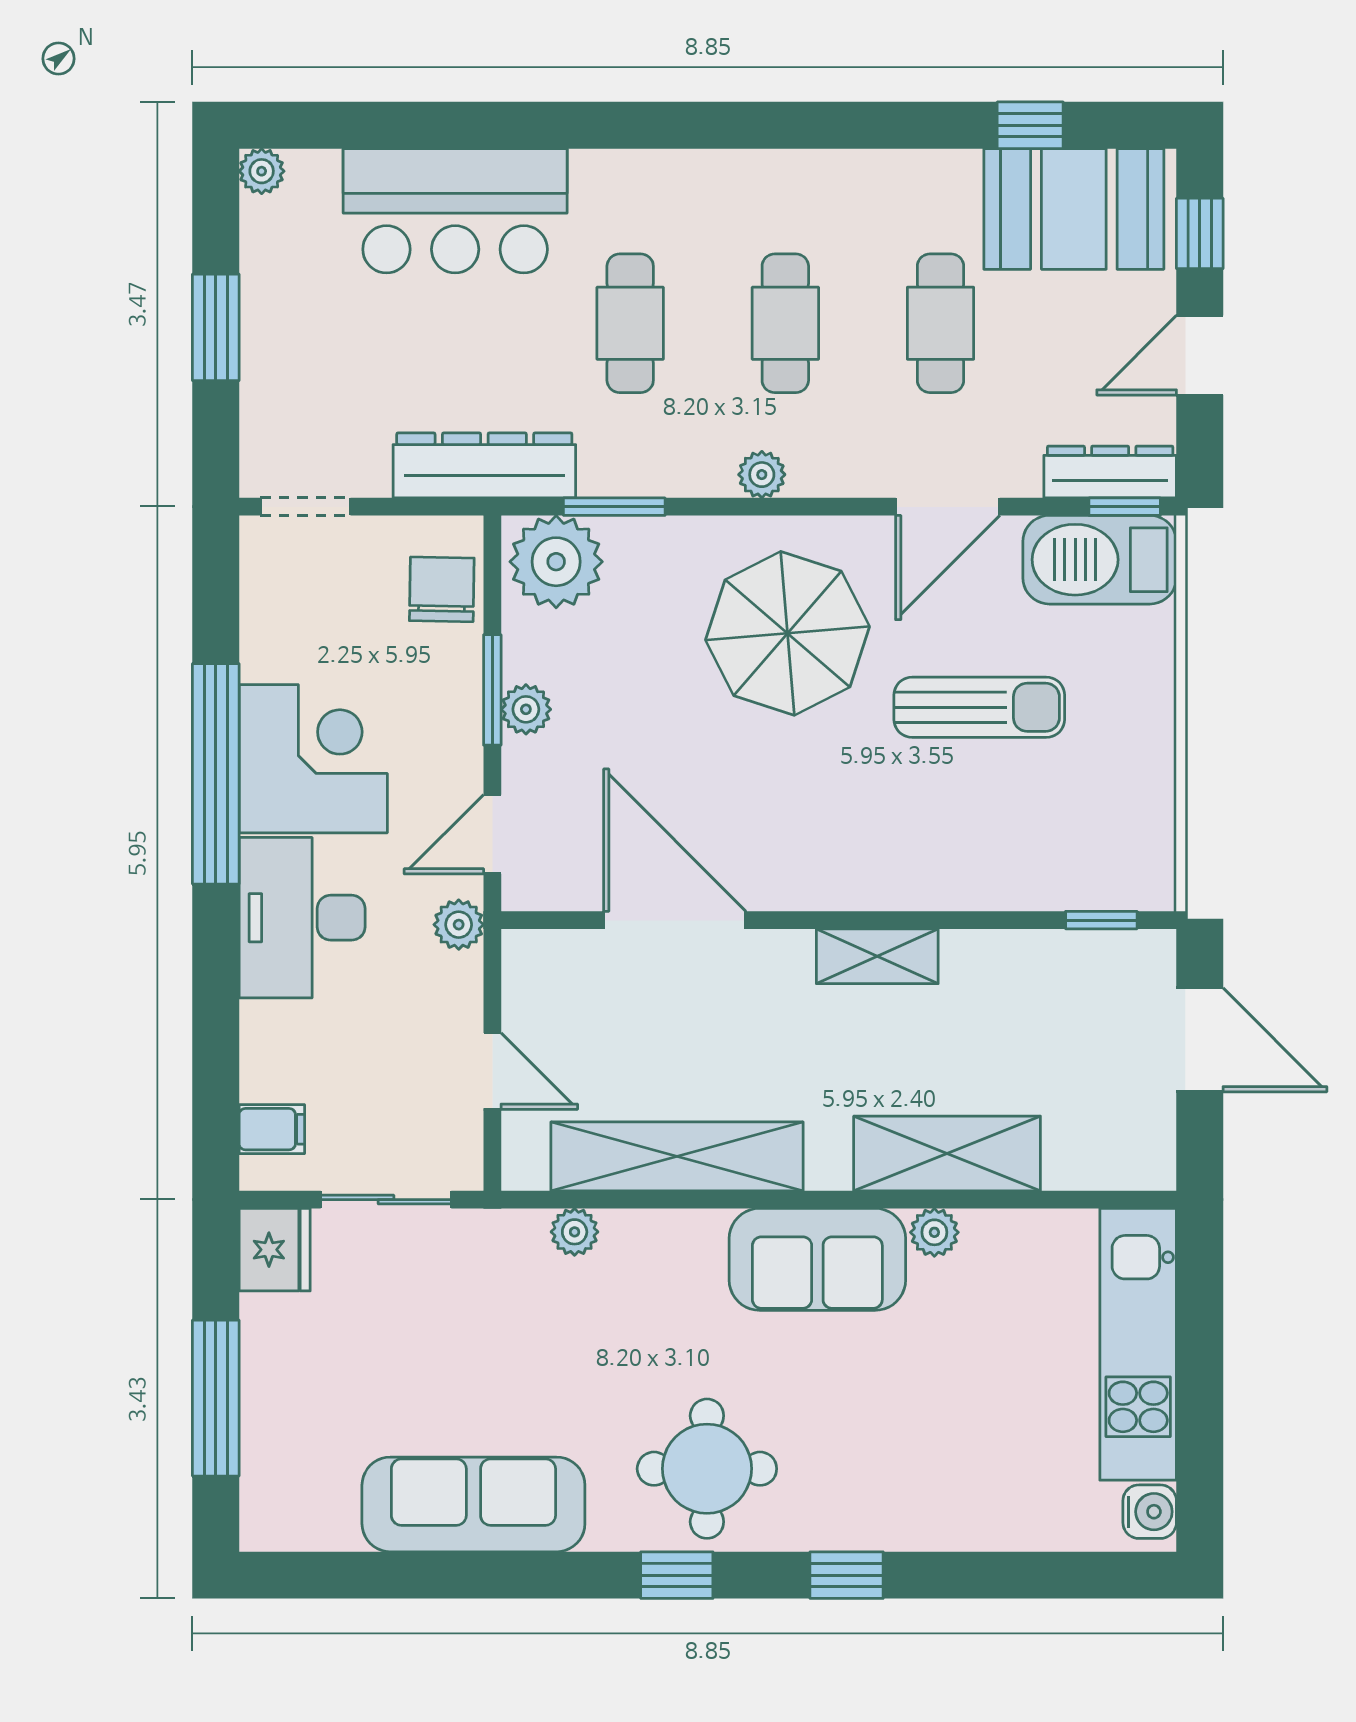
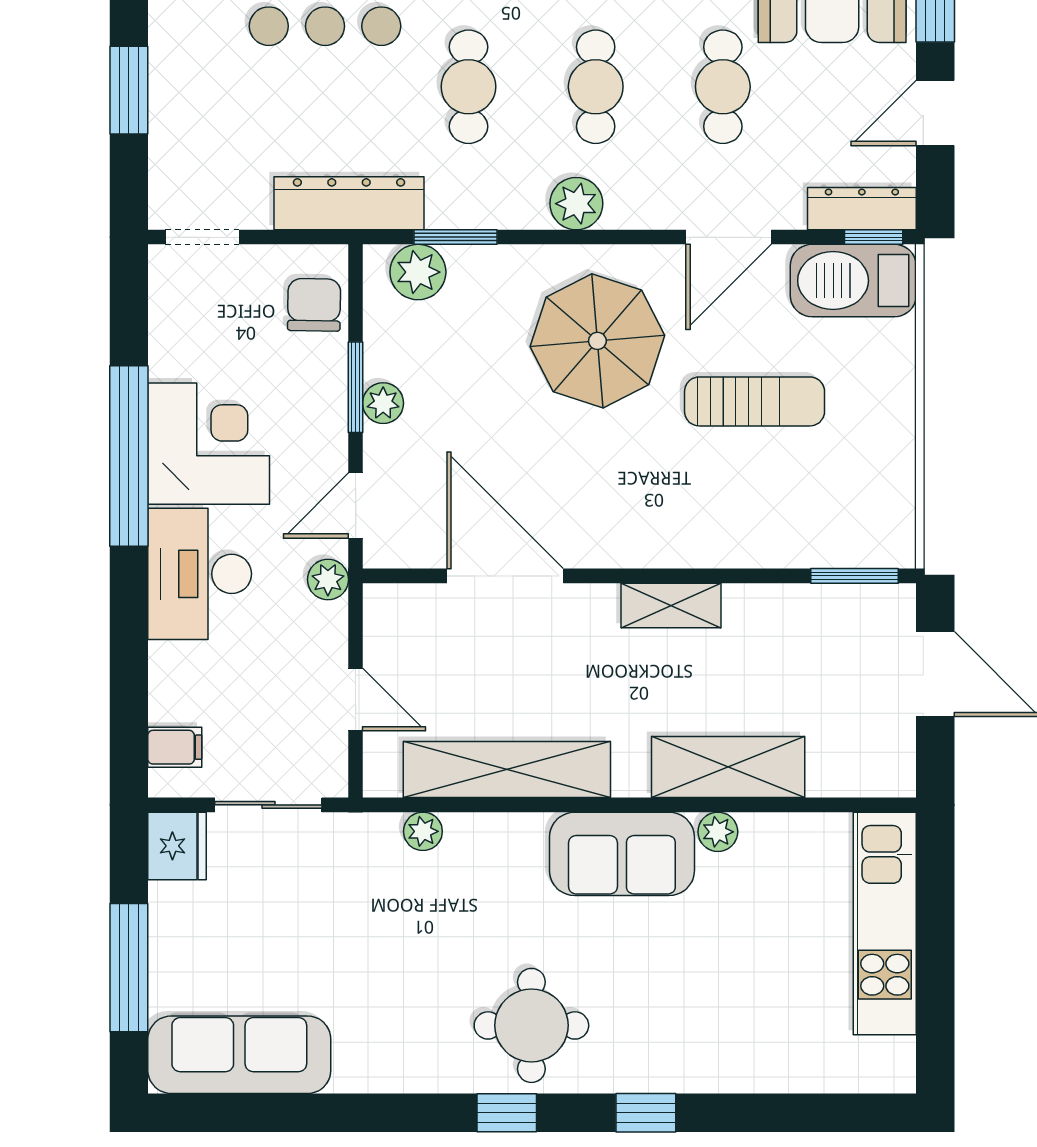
plant: (762, 475) -> (576, 204), width x1.38, depth x1.38
plant: (556, 562) -> (418, 272), width x0.73, depth x0.73
window: (1101, 920) -> (855, 576), width x1.50
sofa: (473, 1504) -> (239, 1055), moved
water cooler: (1150, 1512) -> (894, 1061), removed

